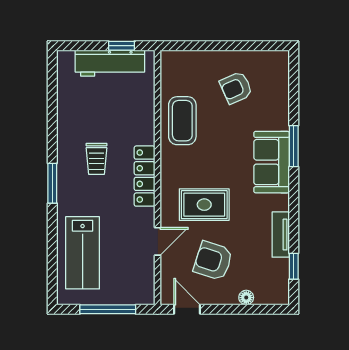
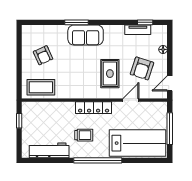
workbench: (110, 63) -> (49, 150), moved, turned -90
coffee table: (182, 121) -> (41, 87), moved
window: (52, 183) -> (98, 160), width x2.11
tv unit: (281, 235) -> (138, 30), moved
door: (158, 241) -> (131, 100), hinge flipped
lab bench: (83, 253) -> (137, 143), width x1.36, depth x1.39

